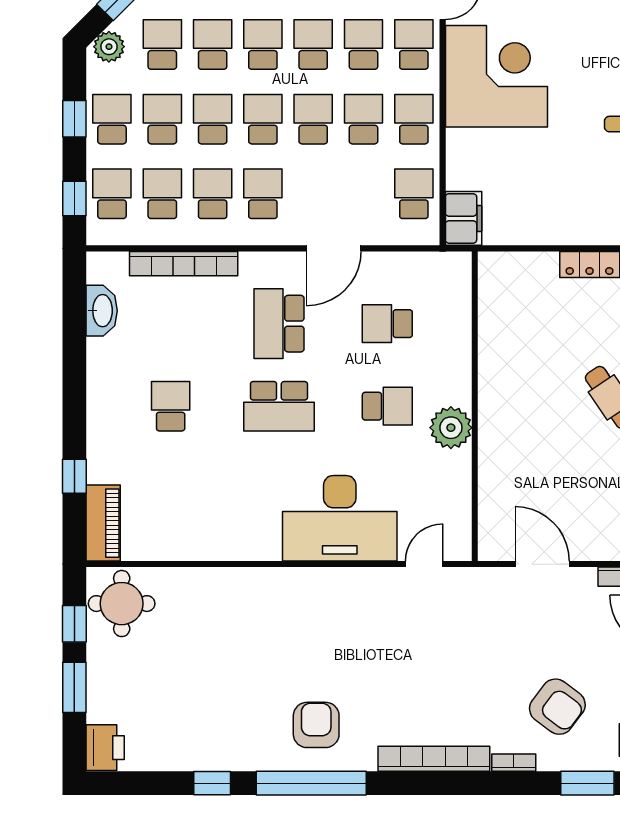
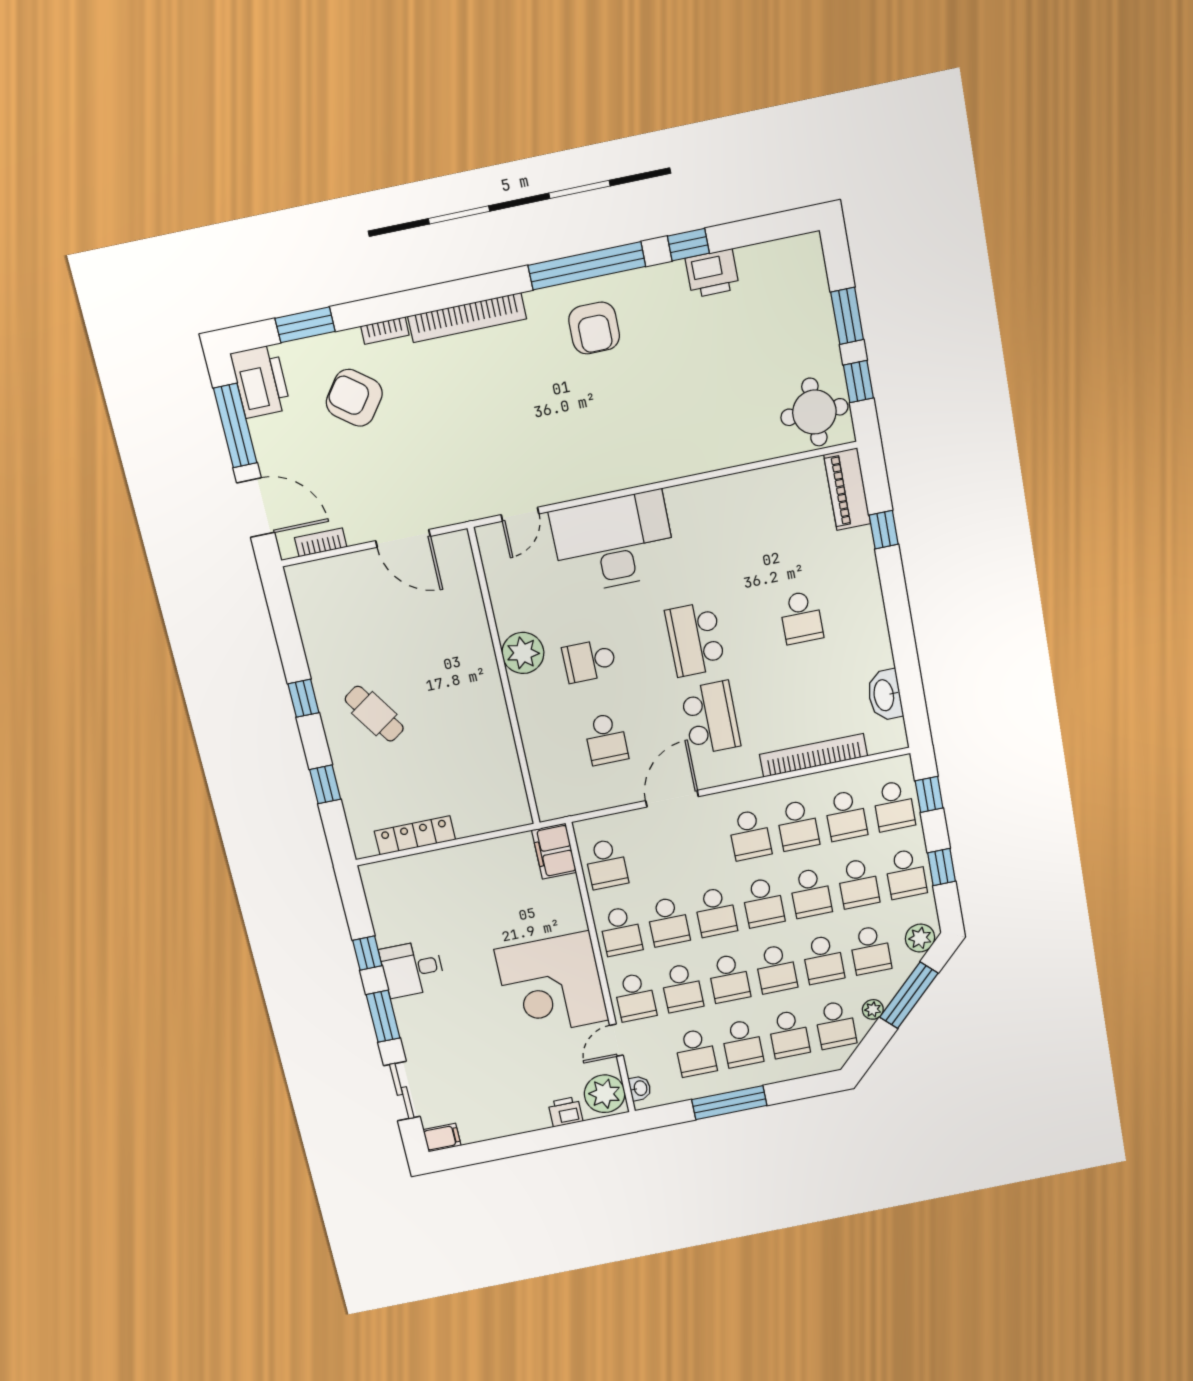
school desk: (387, 324) -> (606, 739), turned 90
school desk: (279, 406) -> (695, 639), turned -90
printer: (105, 748) -> (712, 273), moved, turned -90

